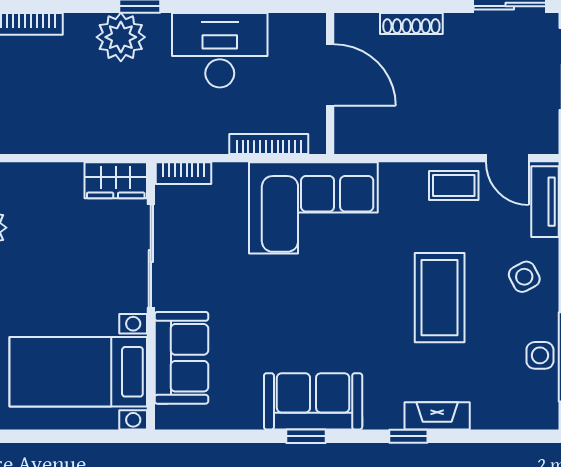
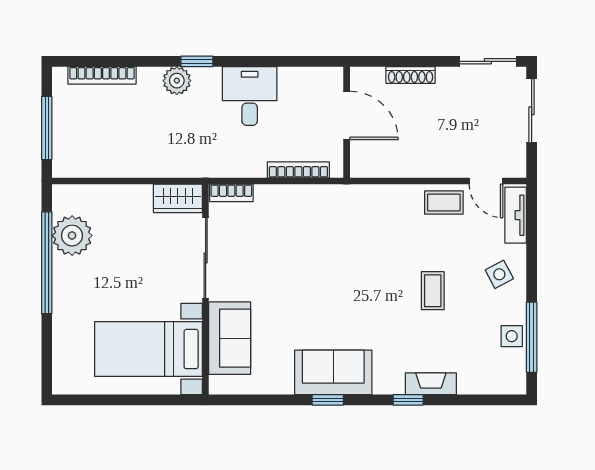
plant: (121, 37) -> (177, 81), width x0.73, depth x0.73
desk: (220, 50) -> (250, 96), width x0.73
corner sofa: (313, 208) -> (333, 220), removed
coffee table: (440, 298) -> (433, 291), width x0.54, depth x0.58

